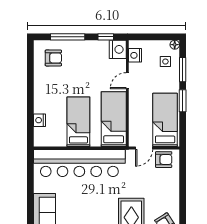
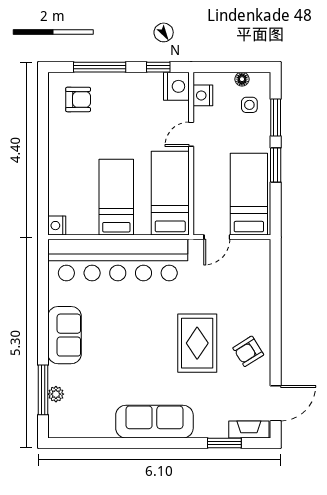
floor lamp: (175, 45) -> (242, 79), moved
nightstand: (40, 120) -> (57, 226), moved
armchair: (164, 160) -> (247, 255), removed

